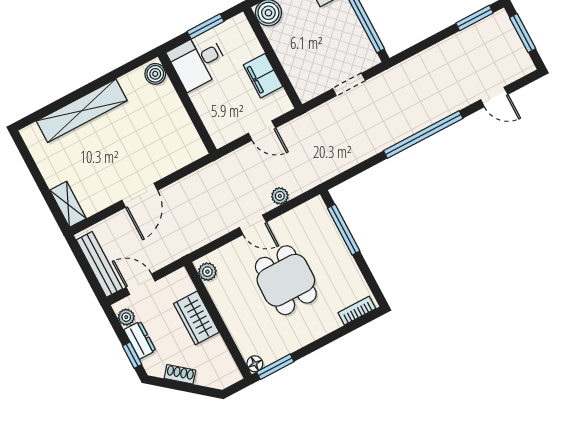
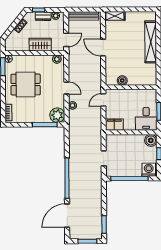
desk: (198, 61) -> (146, 119), moved, turned 180
boiler: (155, 74) -> (122, 80), moved
filing cabinet: (263, 76) -> (114, 125), moved
door: (494, 97) -> (67, 216), width x1.87
door: (262, 131) -> (103, 100), moved
plant: (313, 215) -> (57, 115), added
door: (253, 225) -> (66, 88), swing flipped
dining table: (286, 280) -> (26, 85), moved
door: (141, 284) -> (66, 40), moved

